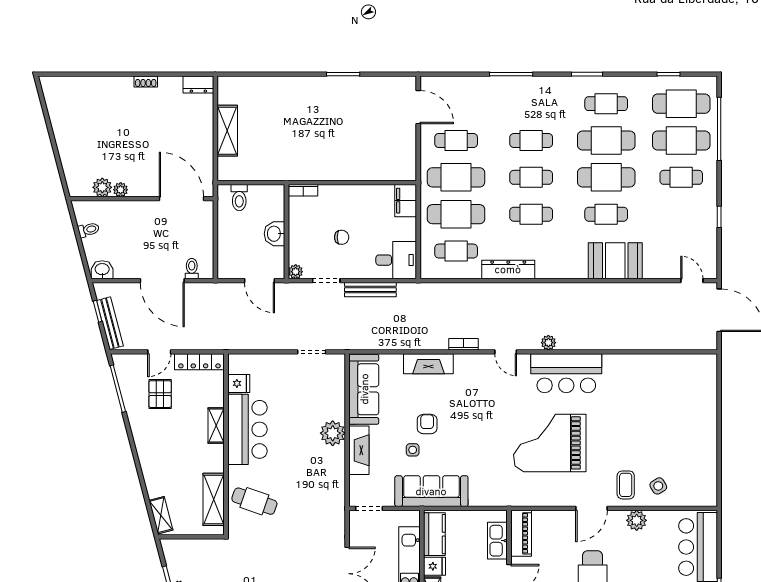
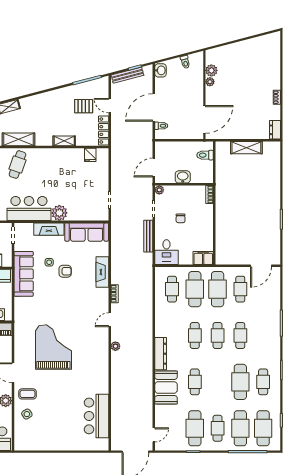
cafe table: (606, 177) -> (195, 428), moved
dresser: (508, 269) -> (161, 354), moved
bar counter: (566, 373) -> (97, 416), moved
bar counter: (247, 429) -> (29, 209), moved, turned 180

